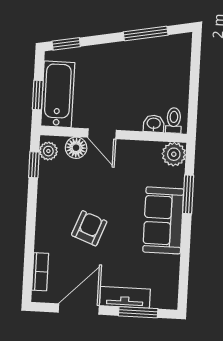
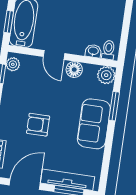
floor lamp: (76, 148) -> (74, 70), moved
armchair: (89, 228) -> (38, 125), turned -111
tv unit: (125, 297) -> (68, 180), width x1.41

